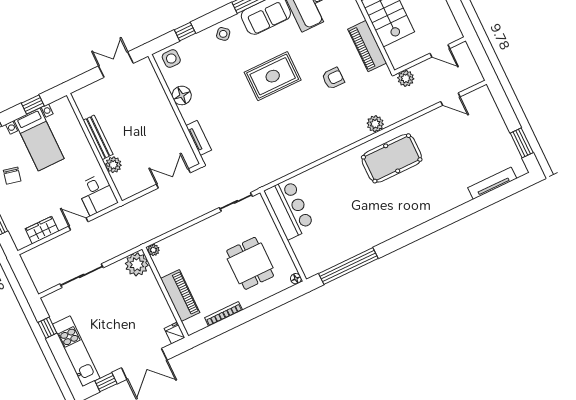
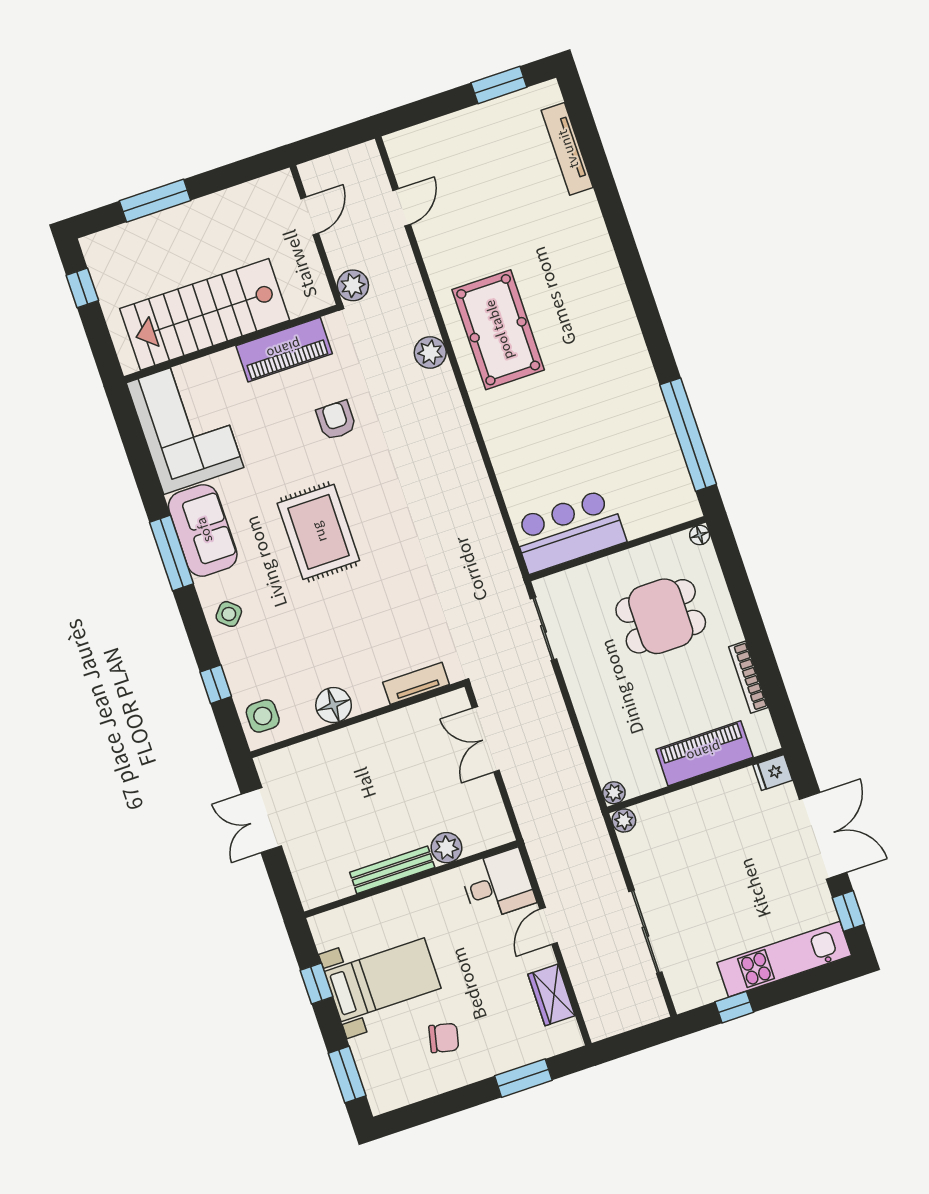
plant: (137, 264) -> (624, 820), width x0.53, depth x0.53

